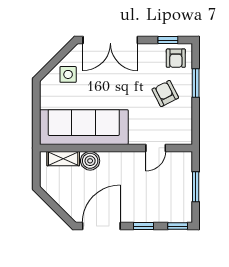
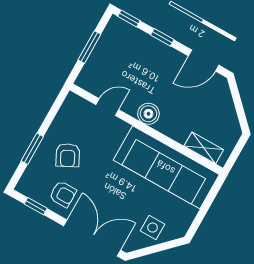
armchair: (176, 58) -> (63, 194), moved, turned 90
boiler: (90, 161) -> (148, 114), moved
door: (101, 226) -> (204, 61), width x0.73

